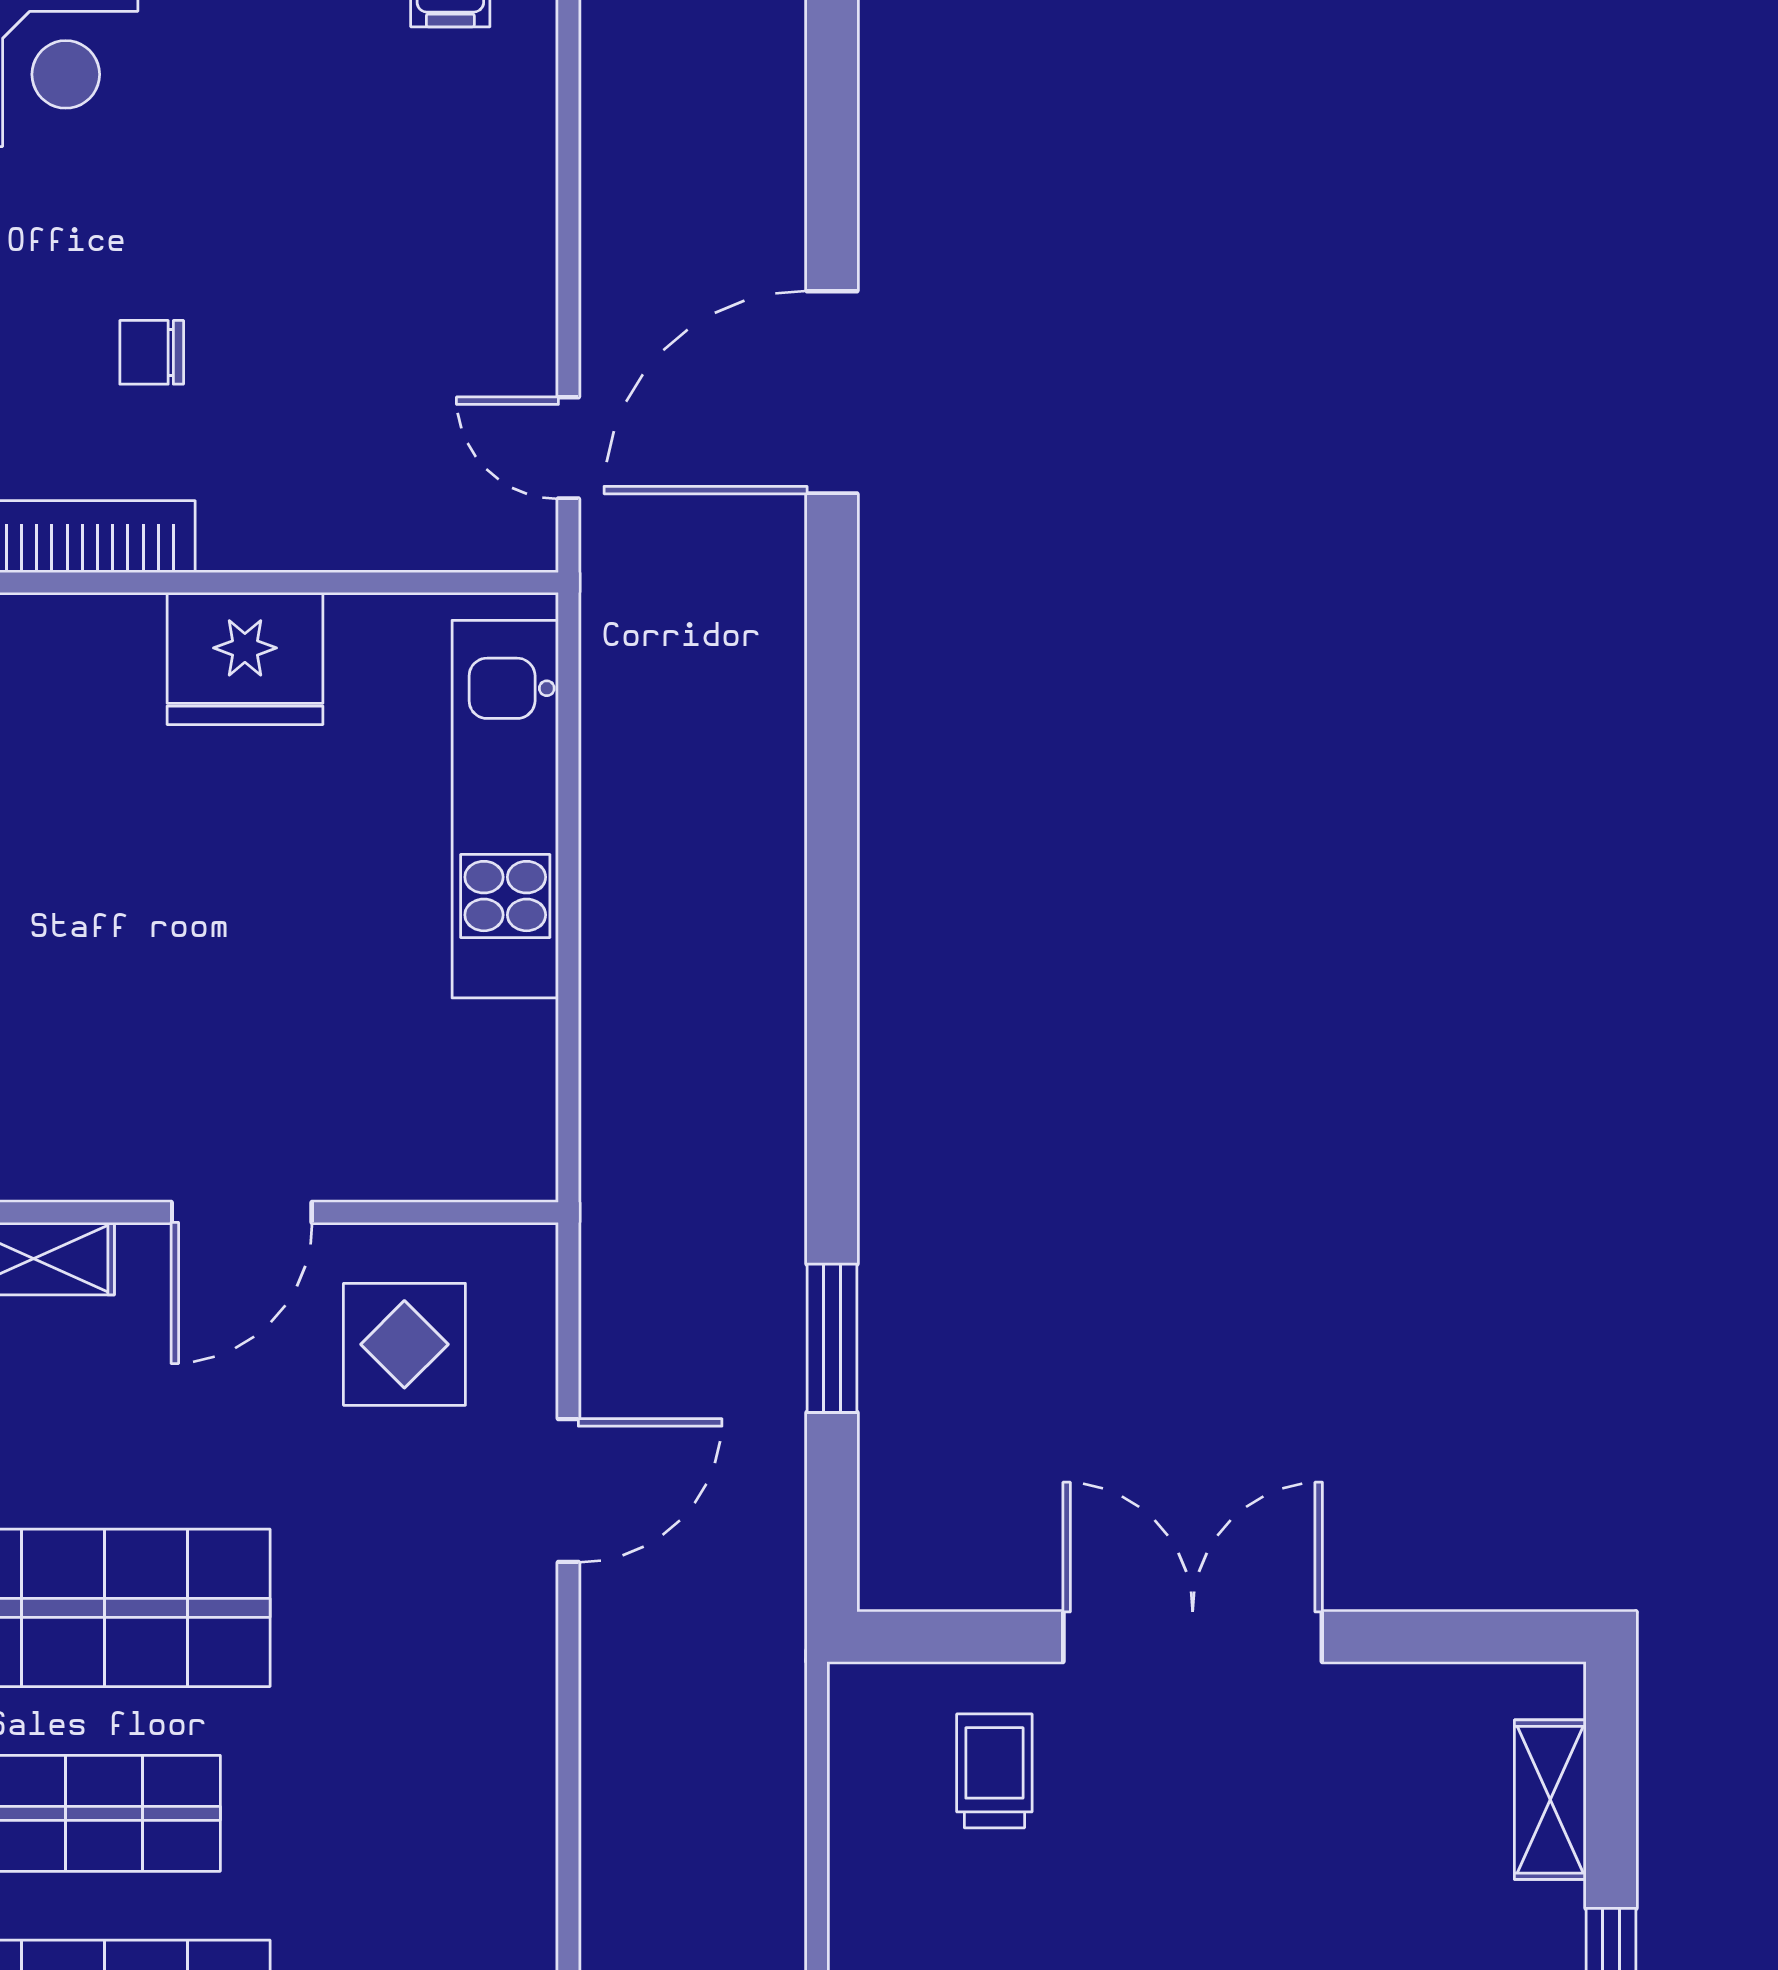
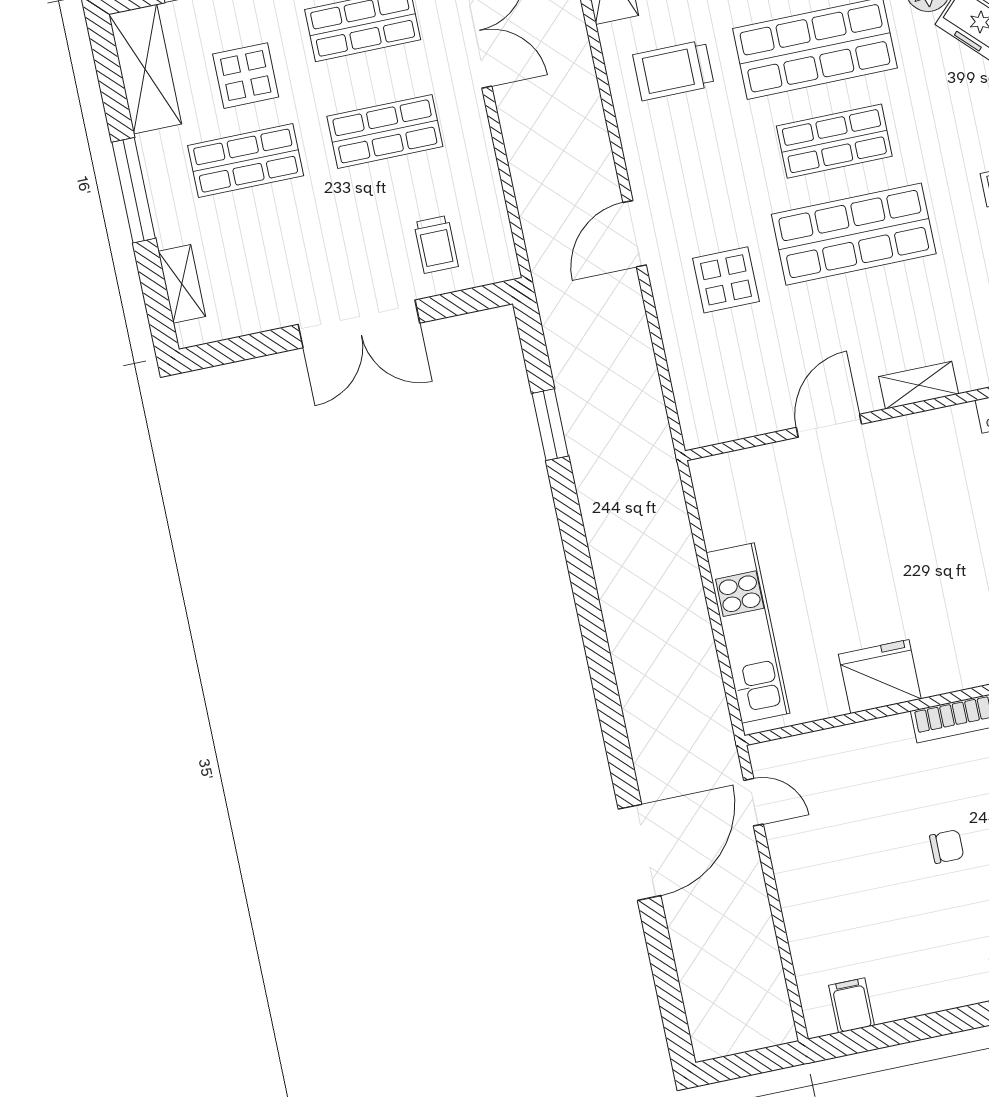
chair: (152, 352) -> (947, 847), moved
display table: (404, 1344) -> (726, 280), moved
door: (568, 1491) -> (635, 234), moved

